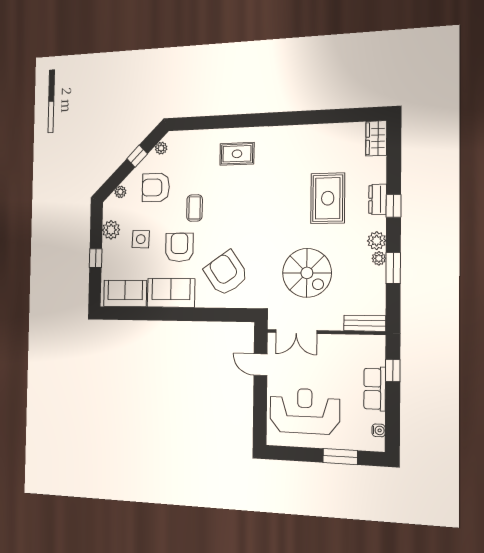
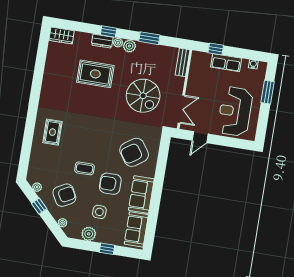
armchair: (156, 187) -> (64, 195), turned -118
plant: (379, 258) -> (118, 43), moved
spiral stairs: (307, 273) -> (143, 96), turned 90

